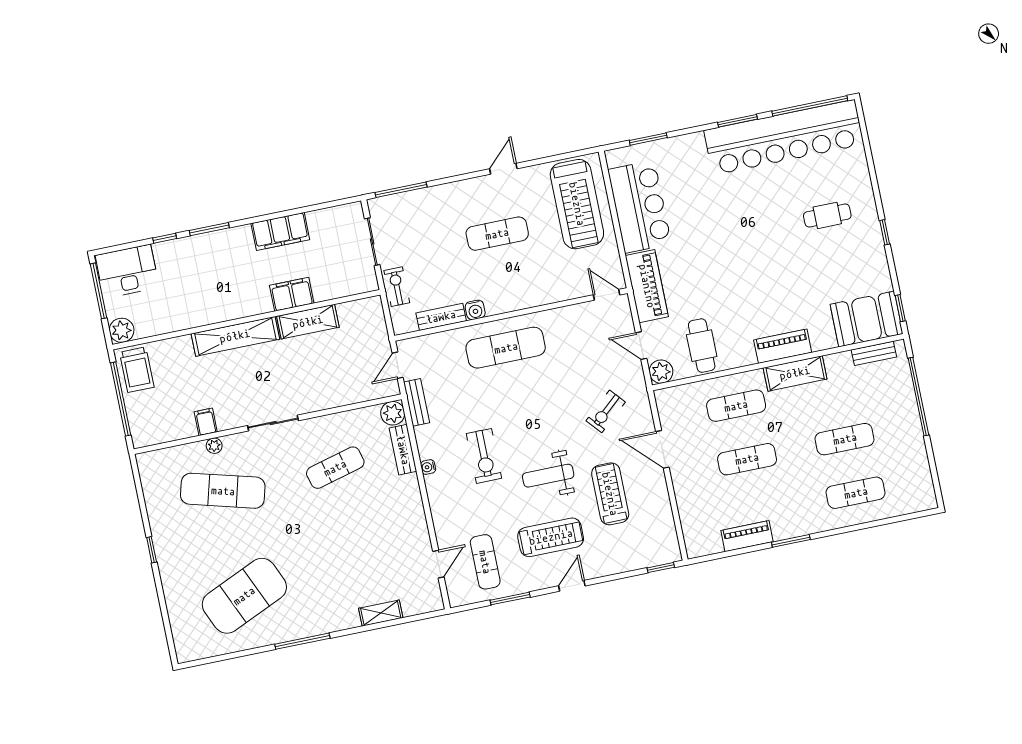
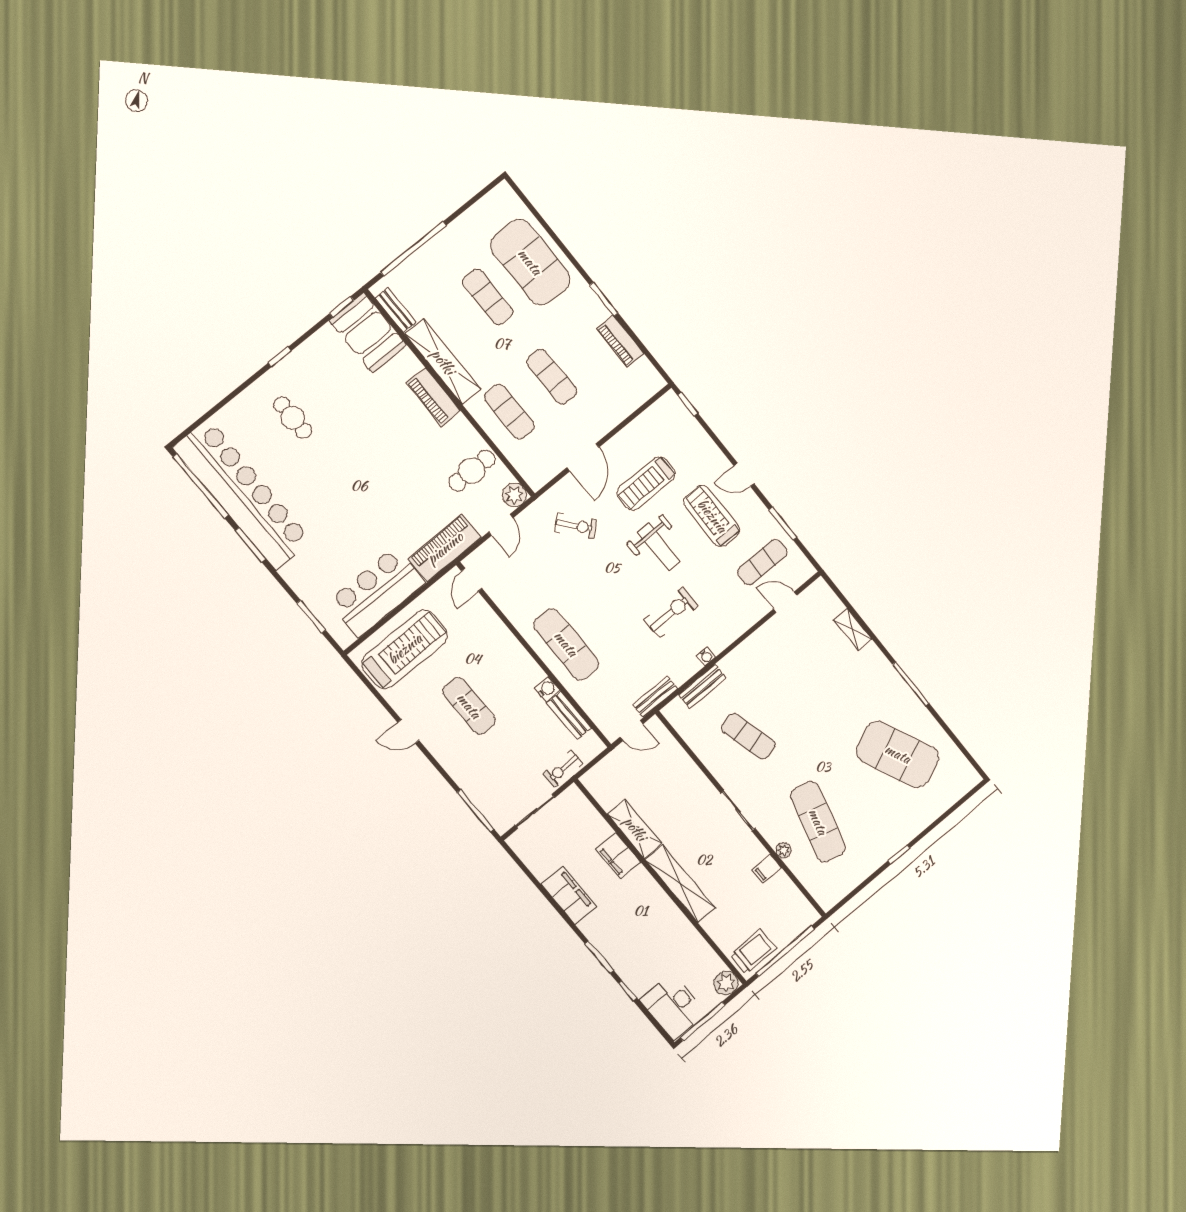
shelving: (795, 373) -> (443, 362), width x1.47
plant: (393, 413) -> (675, 712), removed
exercise mat: (856, 493) -> (530, 262), width x2.00, depth x1.45

